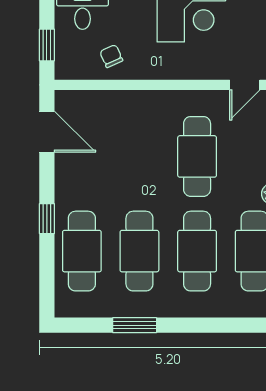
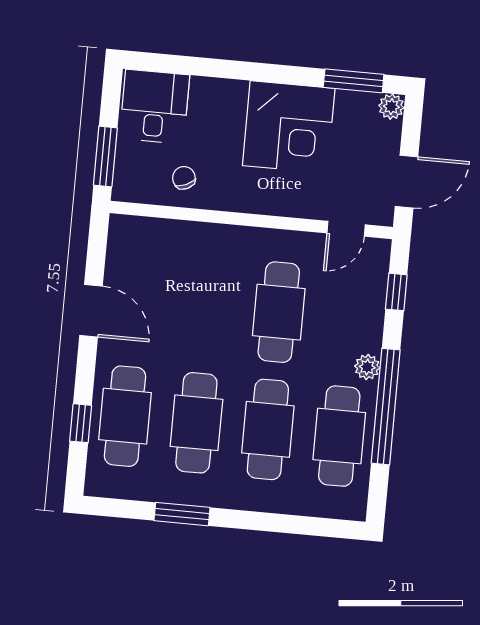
window: (47, 45) -> (105, 156), width x1.50
door: (47, 132) -> (91, 311), moved
window: (47, 219) -> (81, 423), moved

